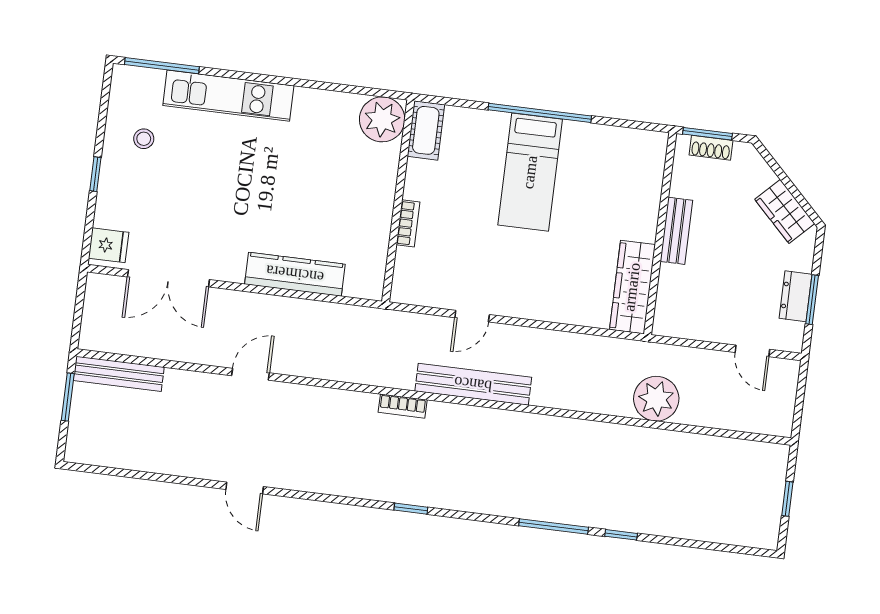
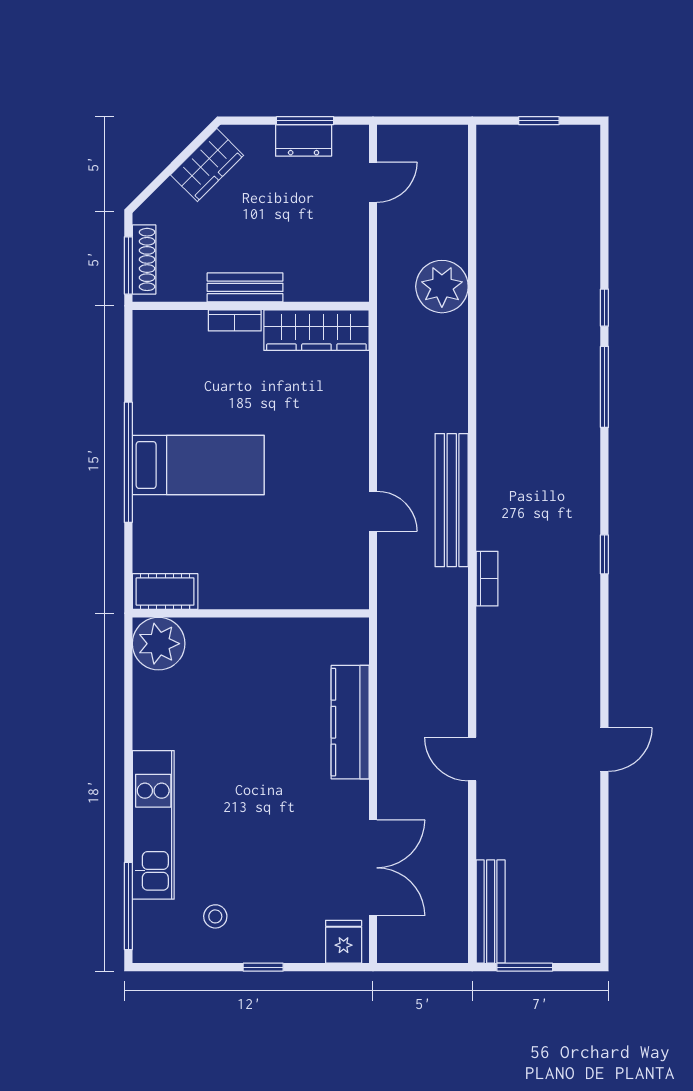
shoe rack: (711, 148) -> (144, 259), width x1.43
bookcase: (408, 223) -> (235, 320), moved, turned 180

